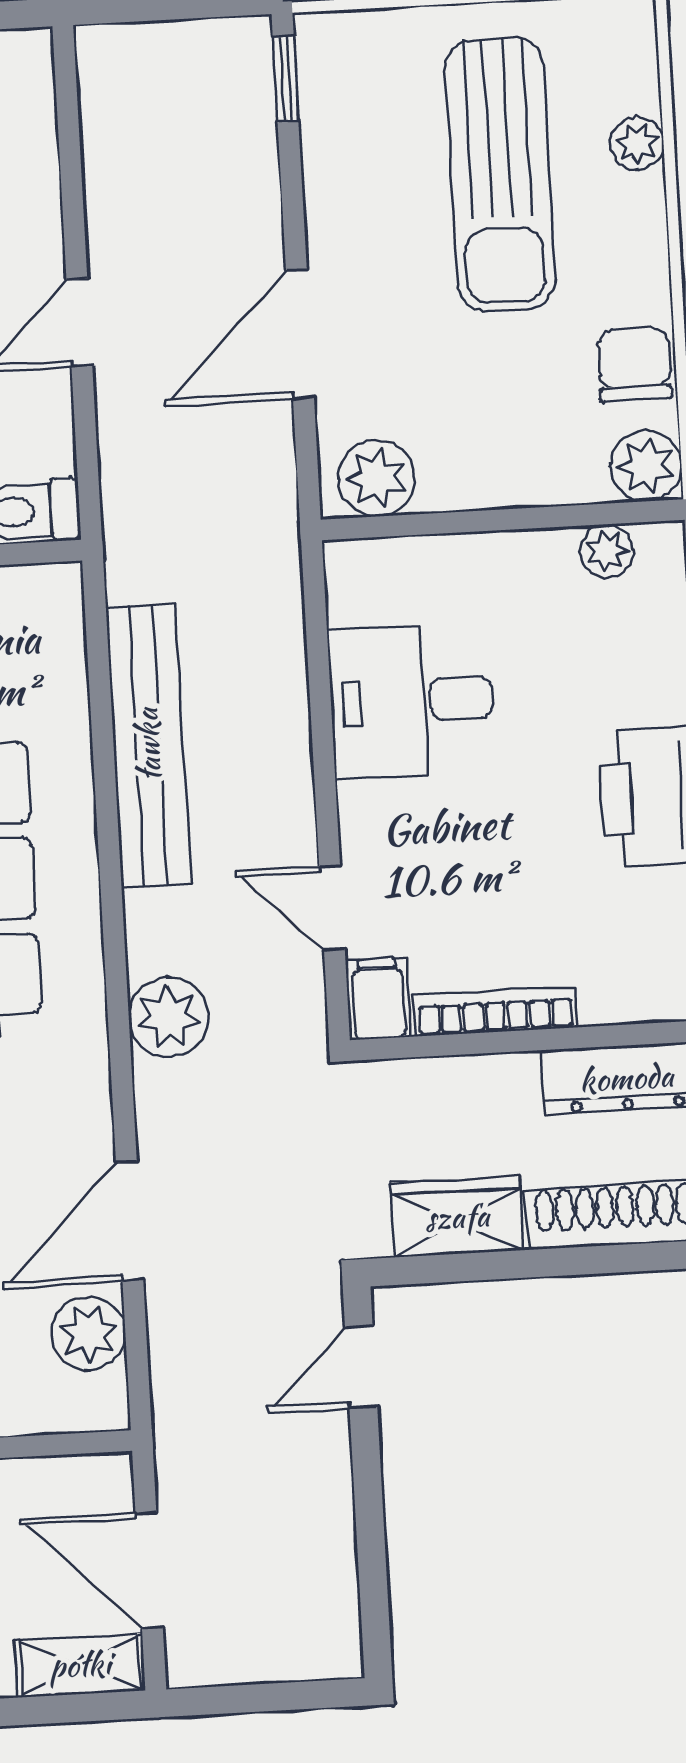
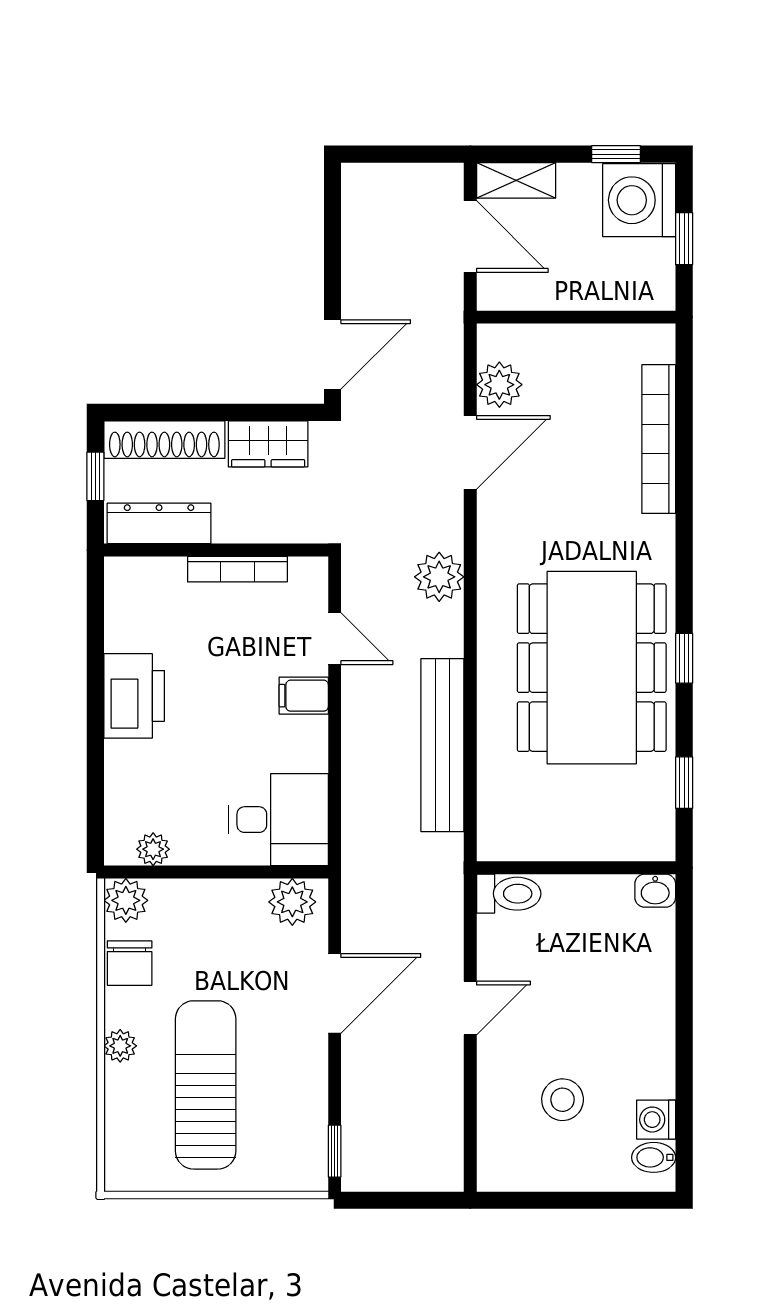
plant: (637, 143) -> (120, 1046), moved
desk: (411, 701) -> (279, 820), moved
filing cabinet: (378, 999) -> (304, 696), moved, turned 90
door: (361, 1367) -> (333, 354), width x1.38

